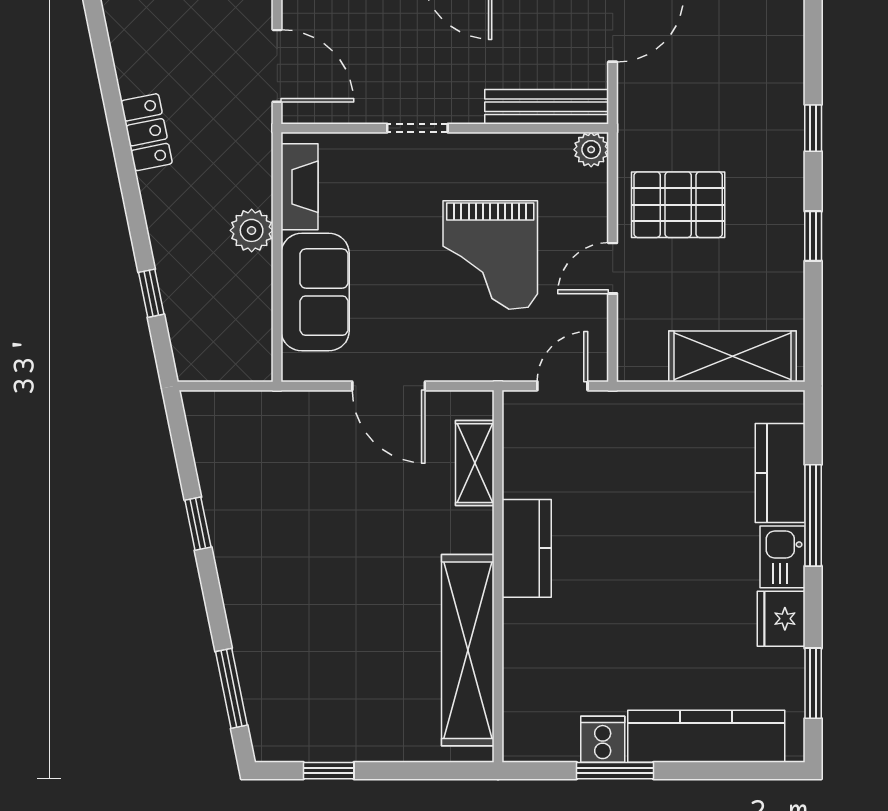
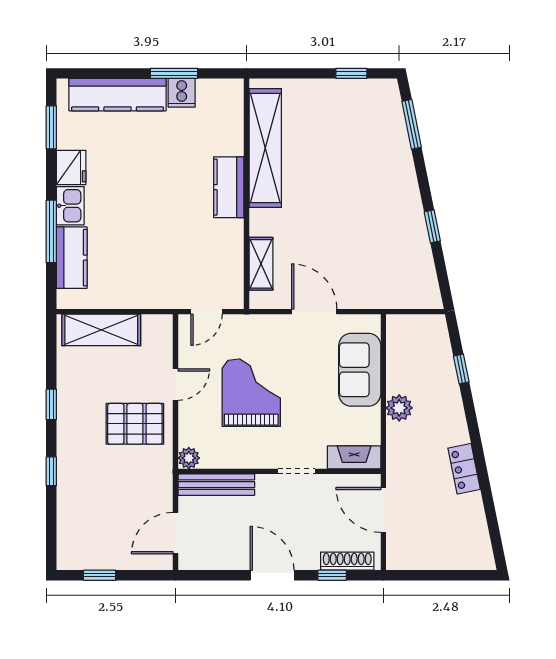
fireplace: (300, 187) -> (354, 457), moved, turned 90
kitchen counter: (527, 548) -> (229, 187), moved

